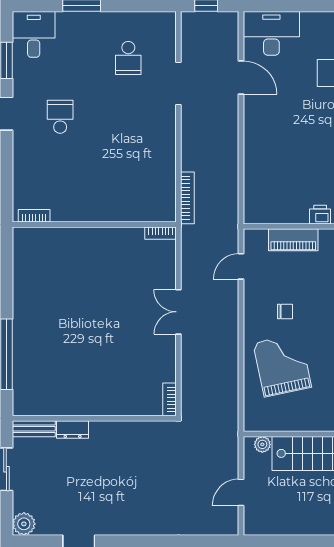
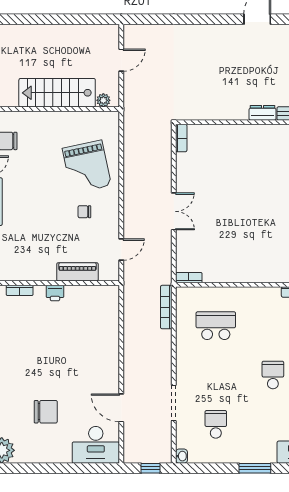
washbasin: (169, 20) -> (182, 456), added
school desk: (60, 117) -> (273, 375), turned 180
school desk: (128, 176) -> (216, 326), added

